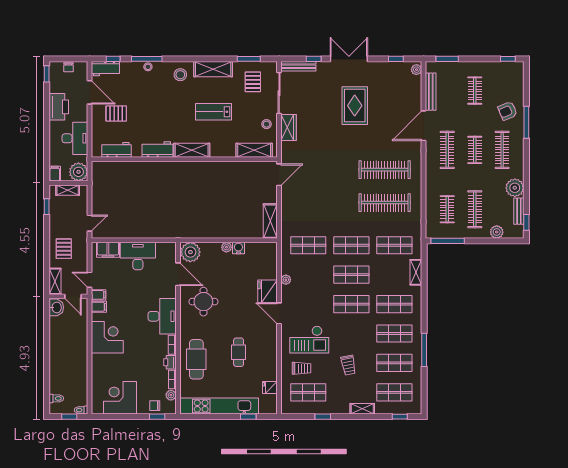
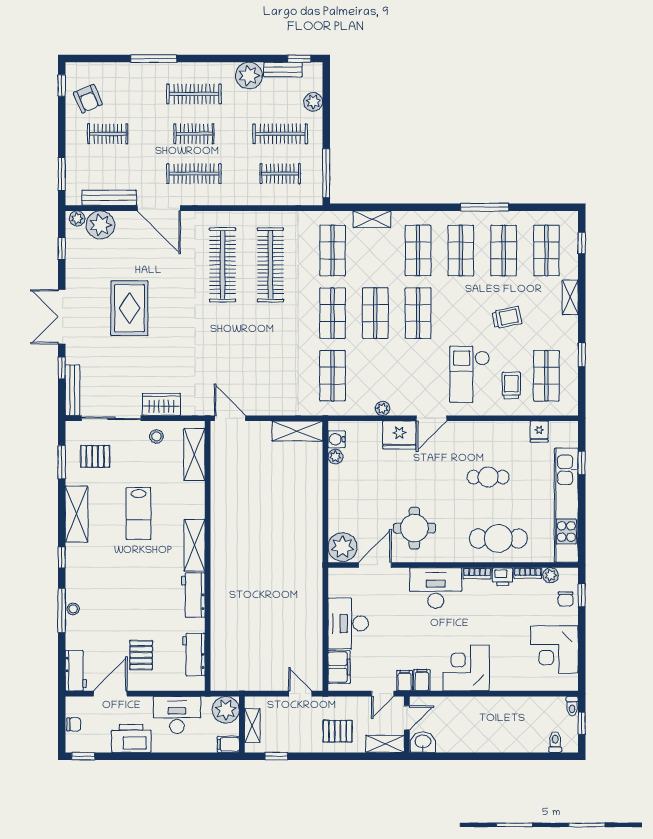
window: (113, 59) -> (62, 557), moved
stool: (180, 75) -> (85, 562), removed
plant: (412, 86) -> (100, 225), added
rug: (355, 106) -> (129, 308), turned 90
armchair: (508, 111) -> (88, 99), moved
plant: (226, 247) -> (335, 457), moved
water cooler: (238, 248) -> (336, 439), moved
checkout: (309, 340) -> (470, 374), turned 180

